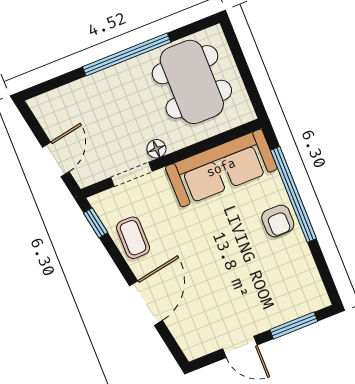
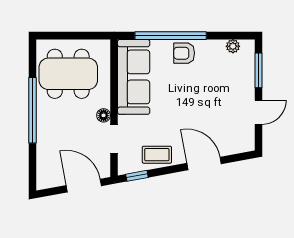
door: (56, 159) -> (84, 186), width x1.38
armchair: (278, 221) -> (184, 53), turned 180
plant: (312, 280) -> (233, 46), added

